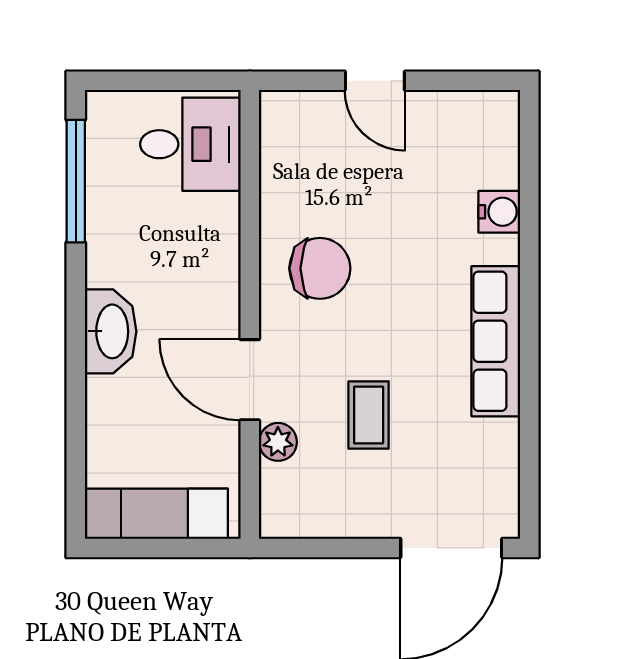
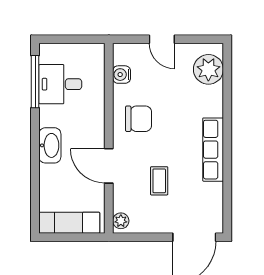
desk: (190, 144) -> (60, 84), moved, turned 180
plant: (485, 152) -> (208, 69), added
water cooler: (499, 212) -> (122, 75), moved, turned 180
plant: (278, 442) -> (121, 221), moved

